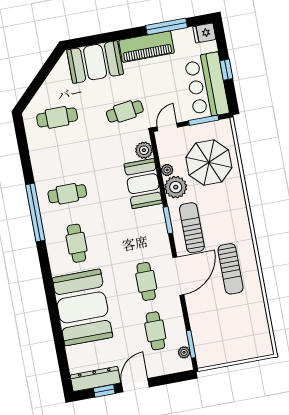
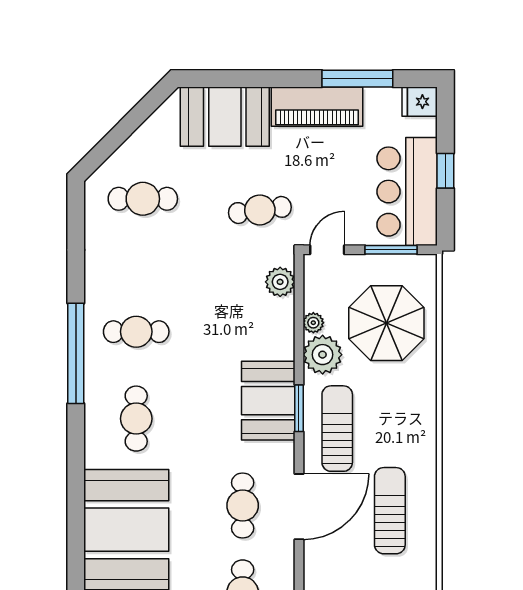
booth: (143, 184) -> (268, 401), moved
sun lounger: (230, 269) -> (390, 511), turned 180

